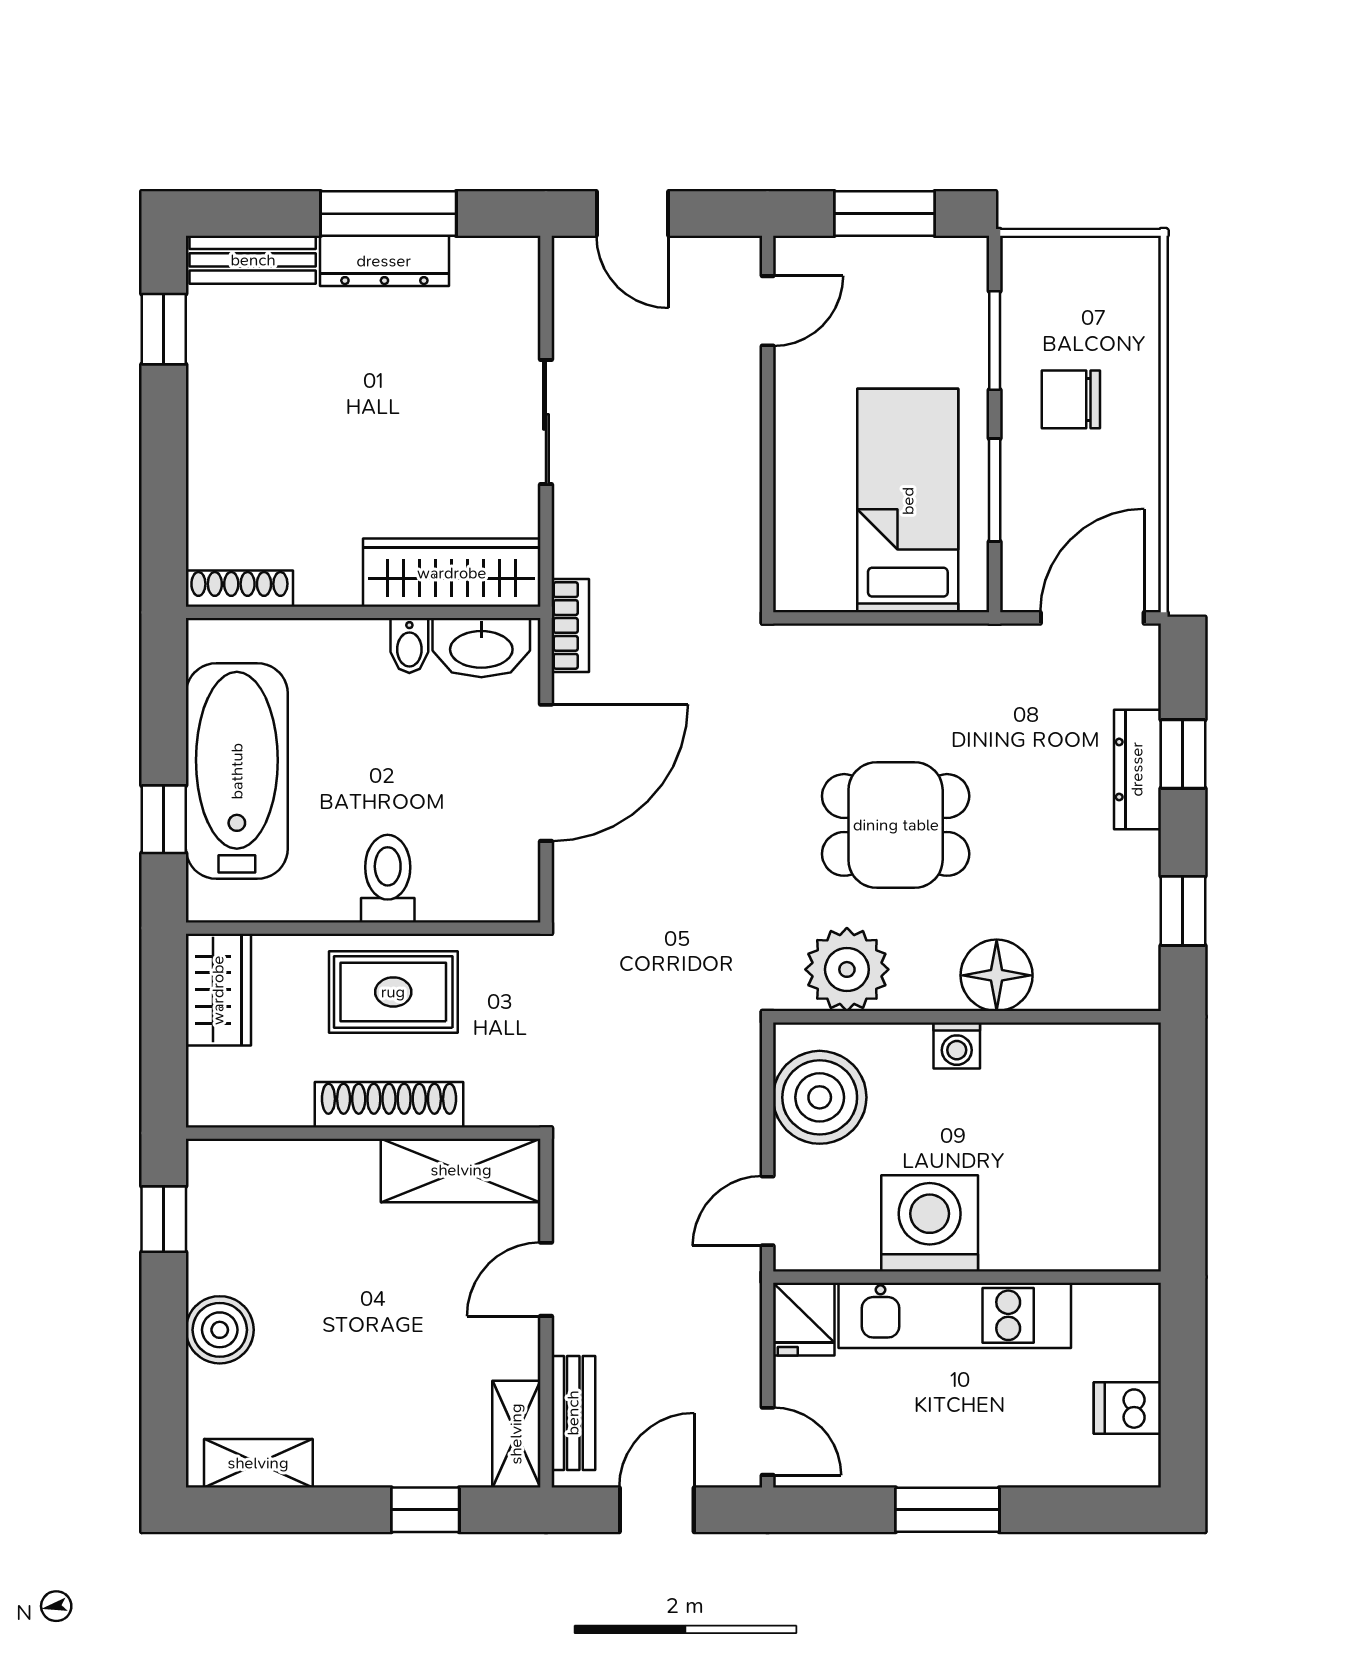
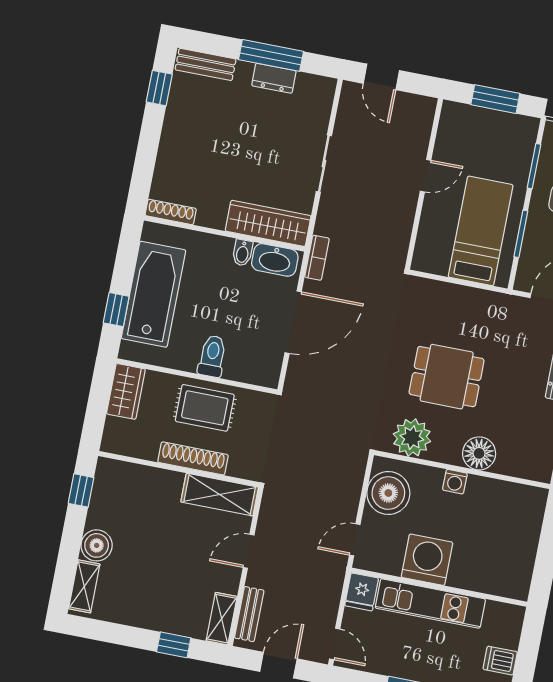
dresser: (384, 261) -> (274, 78), width x0.70
door: (768, 311) -> (426, 176), moved
shelving: (258, 1463) -> (84, 586), moved, turned 90

